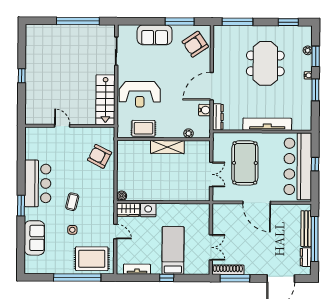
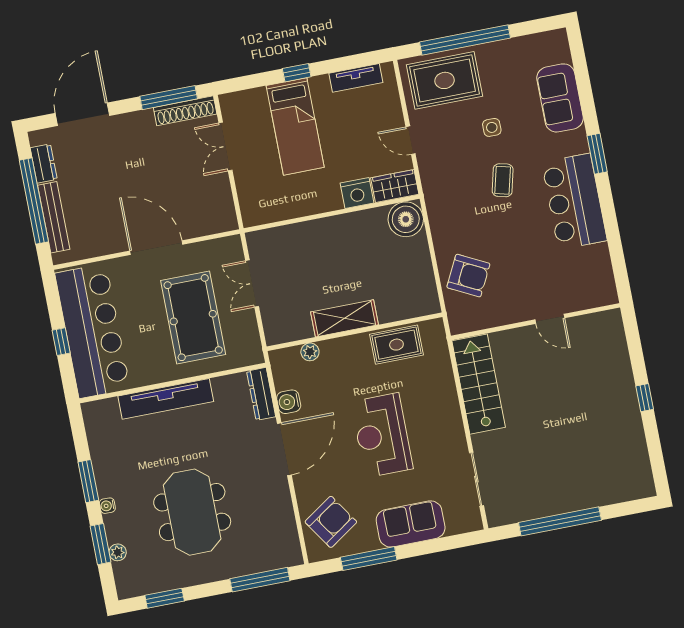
reception desk: (140, 94) -> (382, 435), moved, turned -90
boiler: (122, 196) -> (406, 219), width x1.86, depth x1.86

